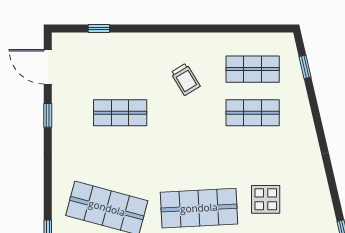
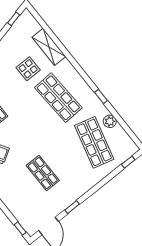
window: (99, 29) -> (20, 228), moved

